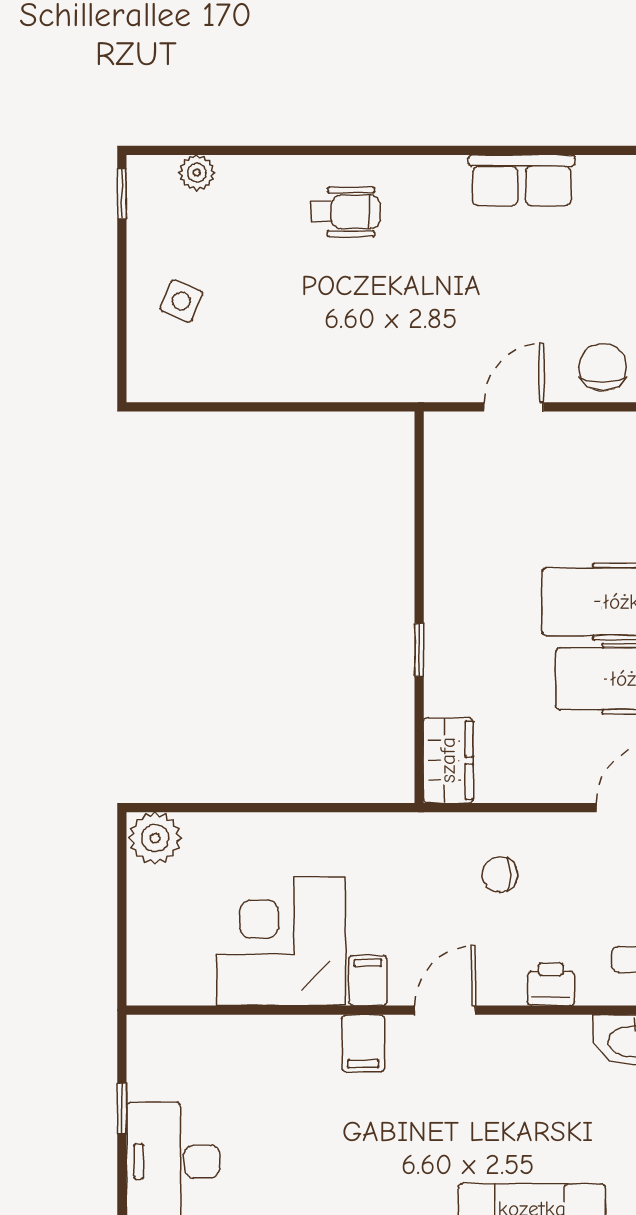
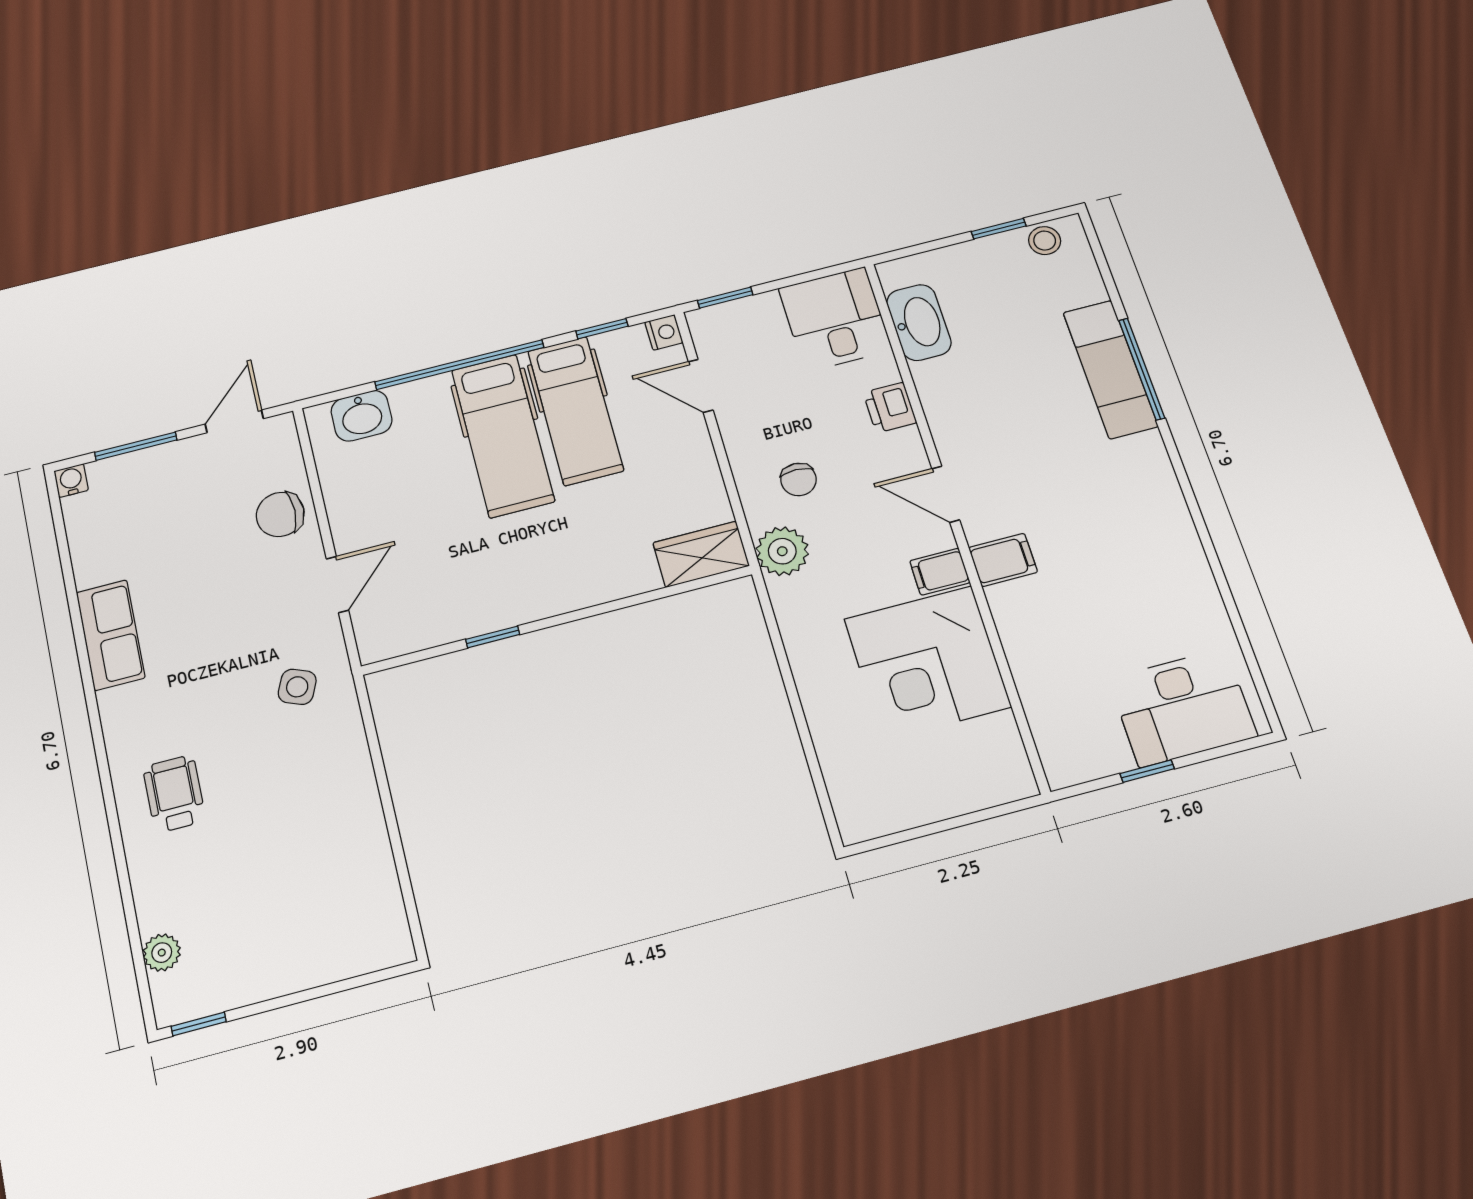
side table: (181, 301) -> (297, 687), moved
door: (514, 407) -> (337, 585), swing flipped
window: (419, 650) -> (493, 637), moved
plant: (155, 838) -> (782, 551), moved

